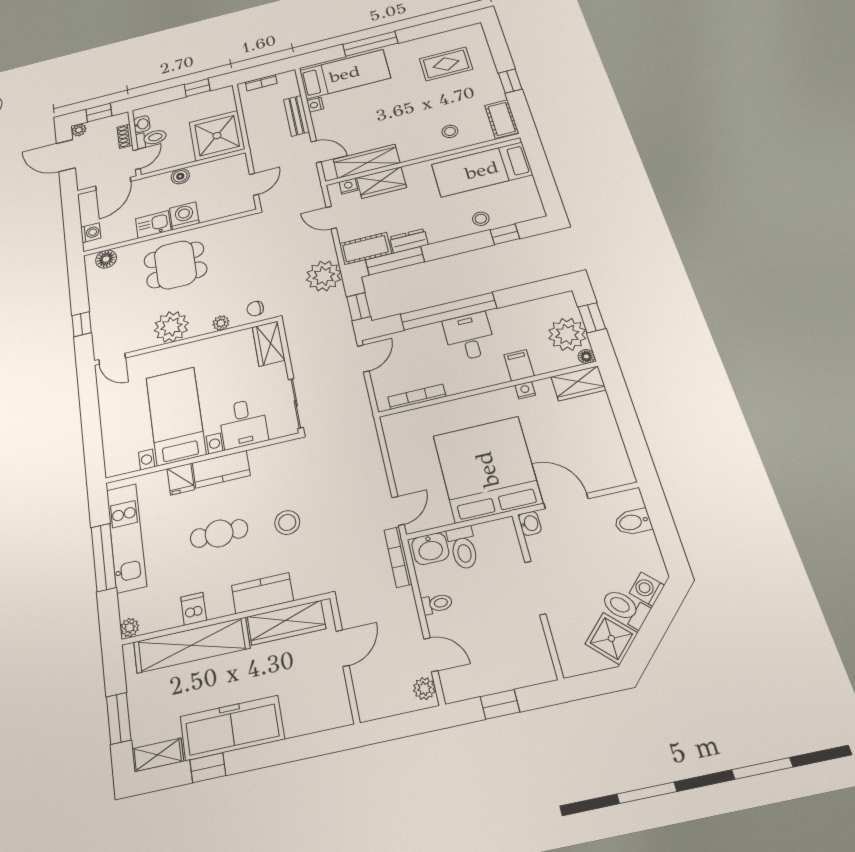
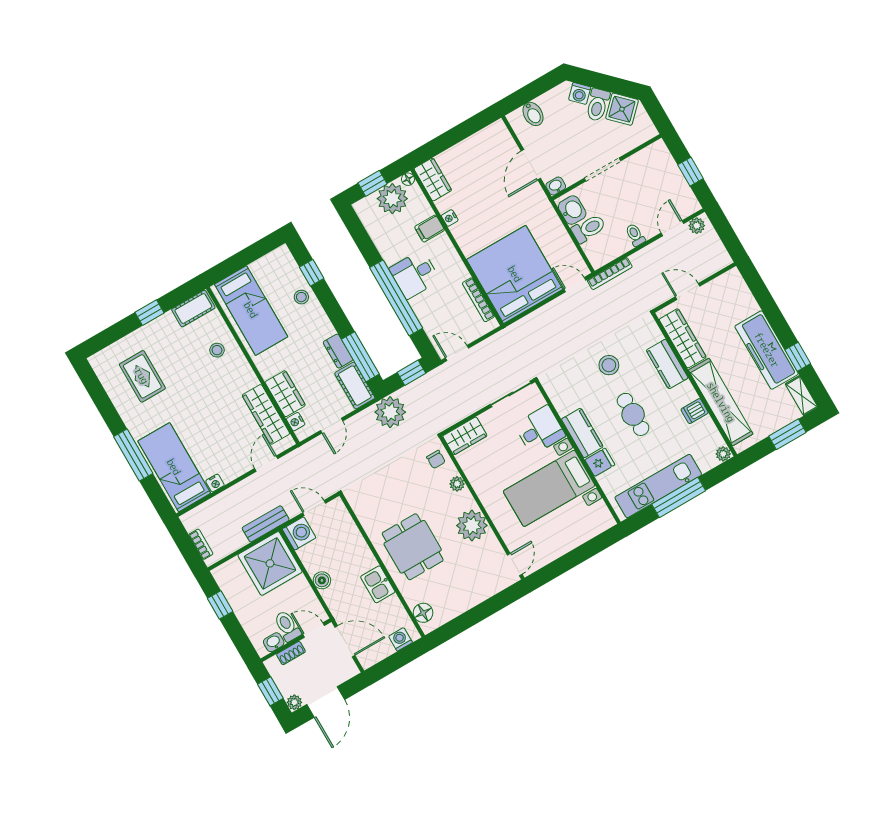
bench: (296, 116) -> (266, 524), moved
washing machine: (184, 216) -> (299, 533), moved, turned 180
window: (82, 324) -> (491, 606), removed
bed: (487, 469) -> (515, 274), moved, turned 90
washbasin: (430, 549) -> (572, 210), moved

